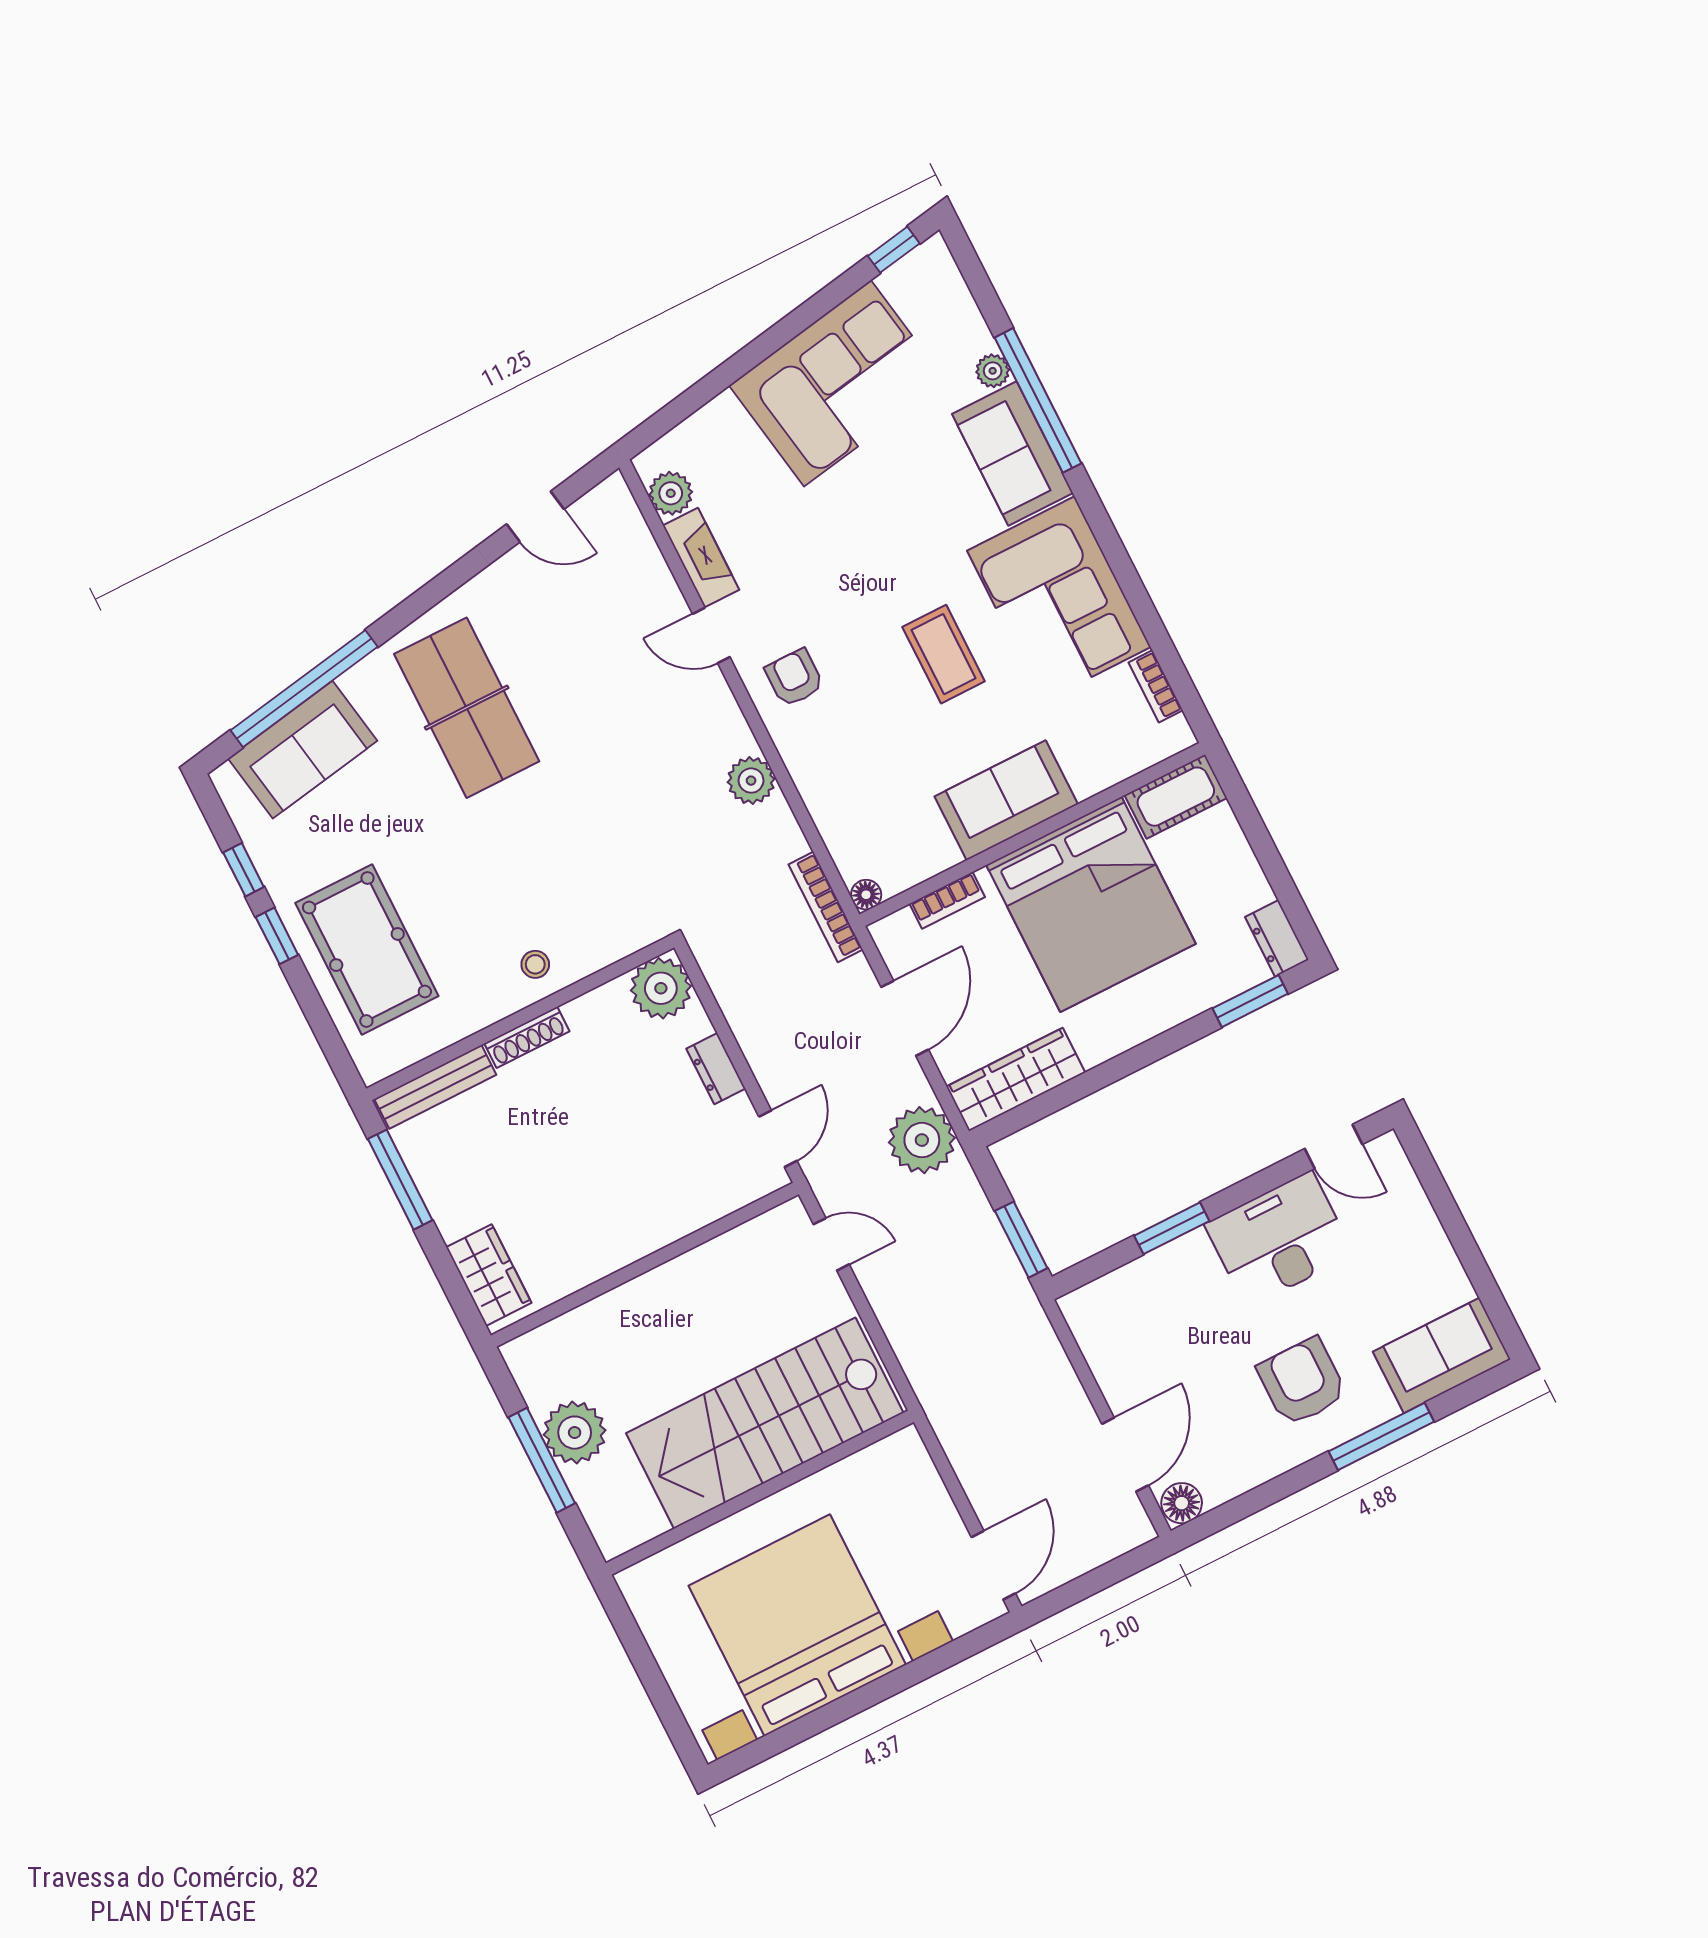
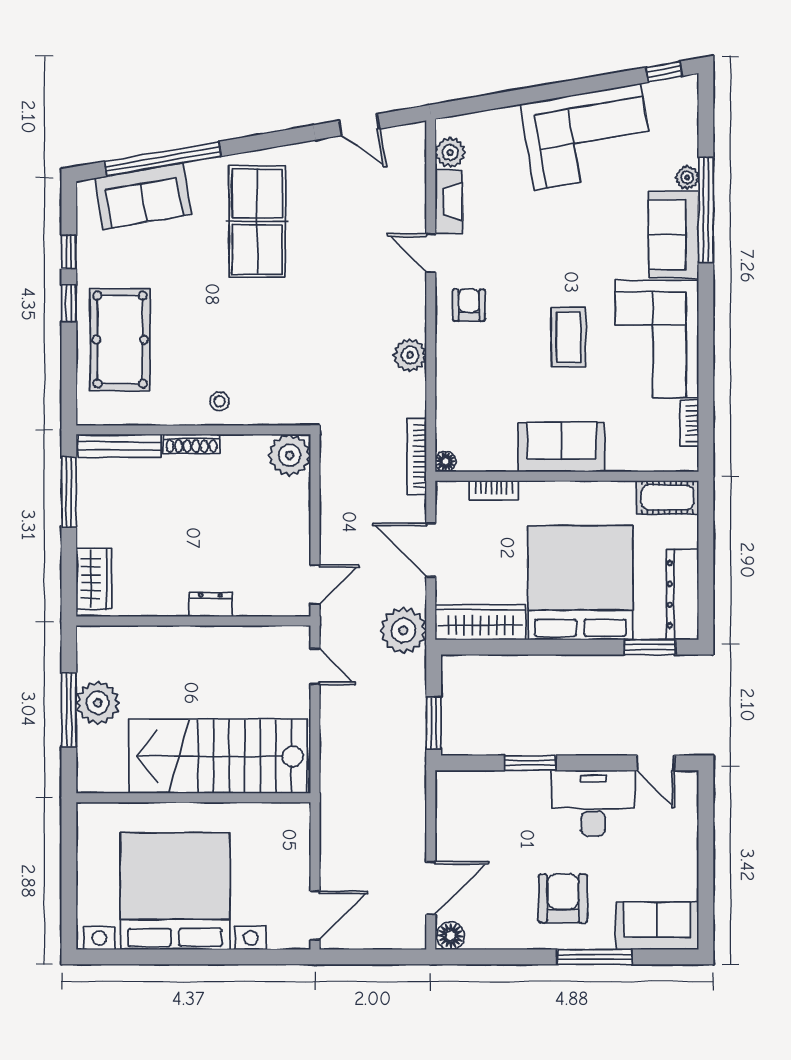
bed: (1091, 904) -> (580, 583), moved, turned 180
dresser: (1277, 938) -> (682, 594), width x1.96, depth x1.24
door: (905, 1018) -> (431, 550), swing flipped
dresser: (716, 1069) -> (211, 605), moved, turned 90

